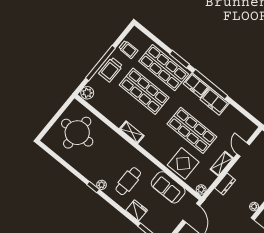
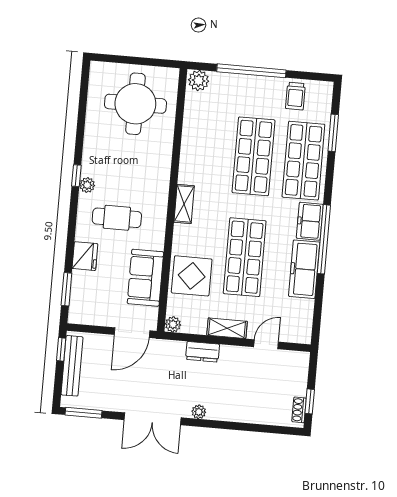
window: (179, 59) -> (333, 133), moved
trolley: (111, 70) -> (252, 91), removed
freezer: (215, 101) -> (304, 269), width x1.40
shelving: (132, 132) -> (184, 204), moved

